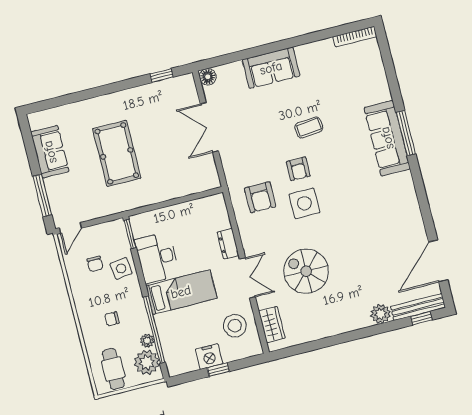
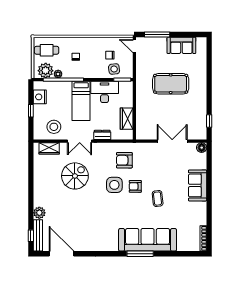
sofa: (387, 138) -> (148, 240), width x1.36, depth x1.27
wardrobe: (191, 211) -> (127, 119), added
side table: (121, 268) -> (114, 69), moved
nightstand: (209, 357) -> (40, 97), moved

